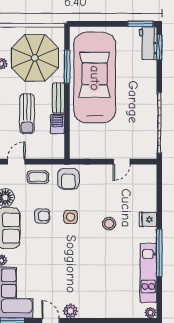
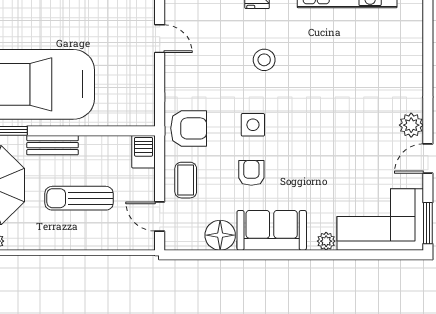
sun lounger: (27, 114) -> (79, 198), turned 180
barbecue: (57, 124) -> (144, 152), moved, turned 90

